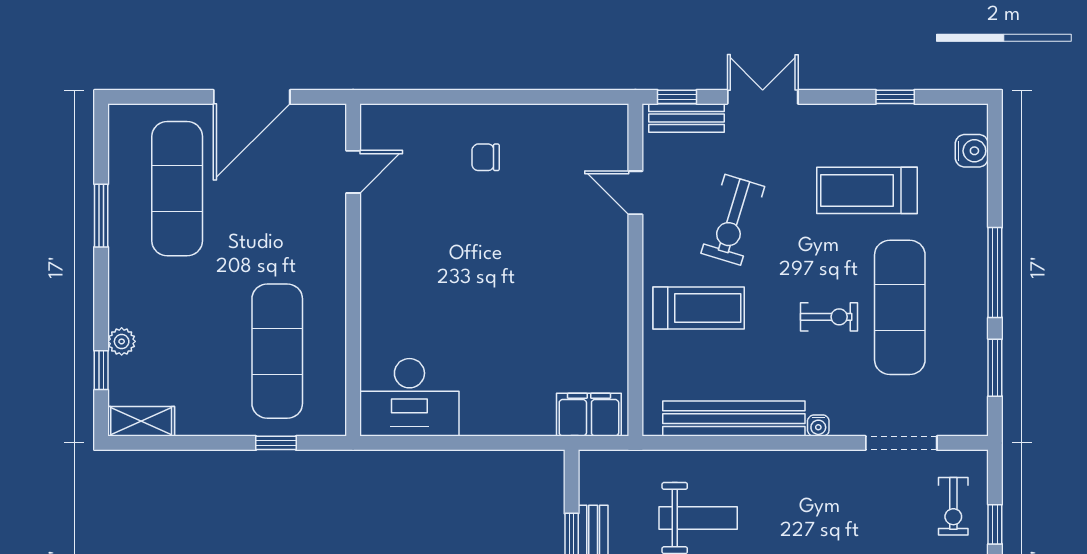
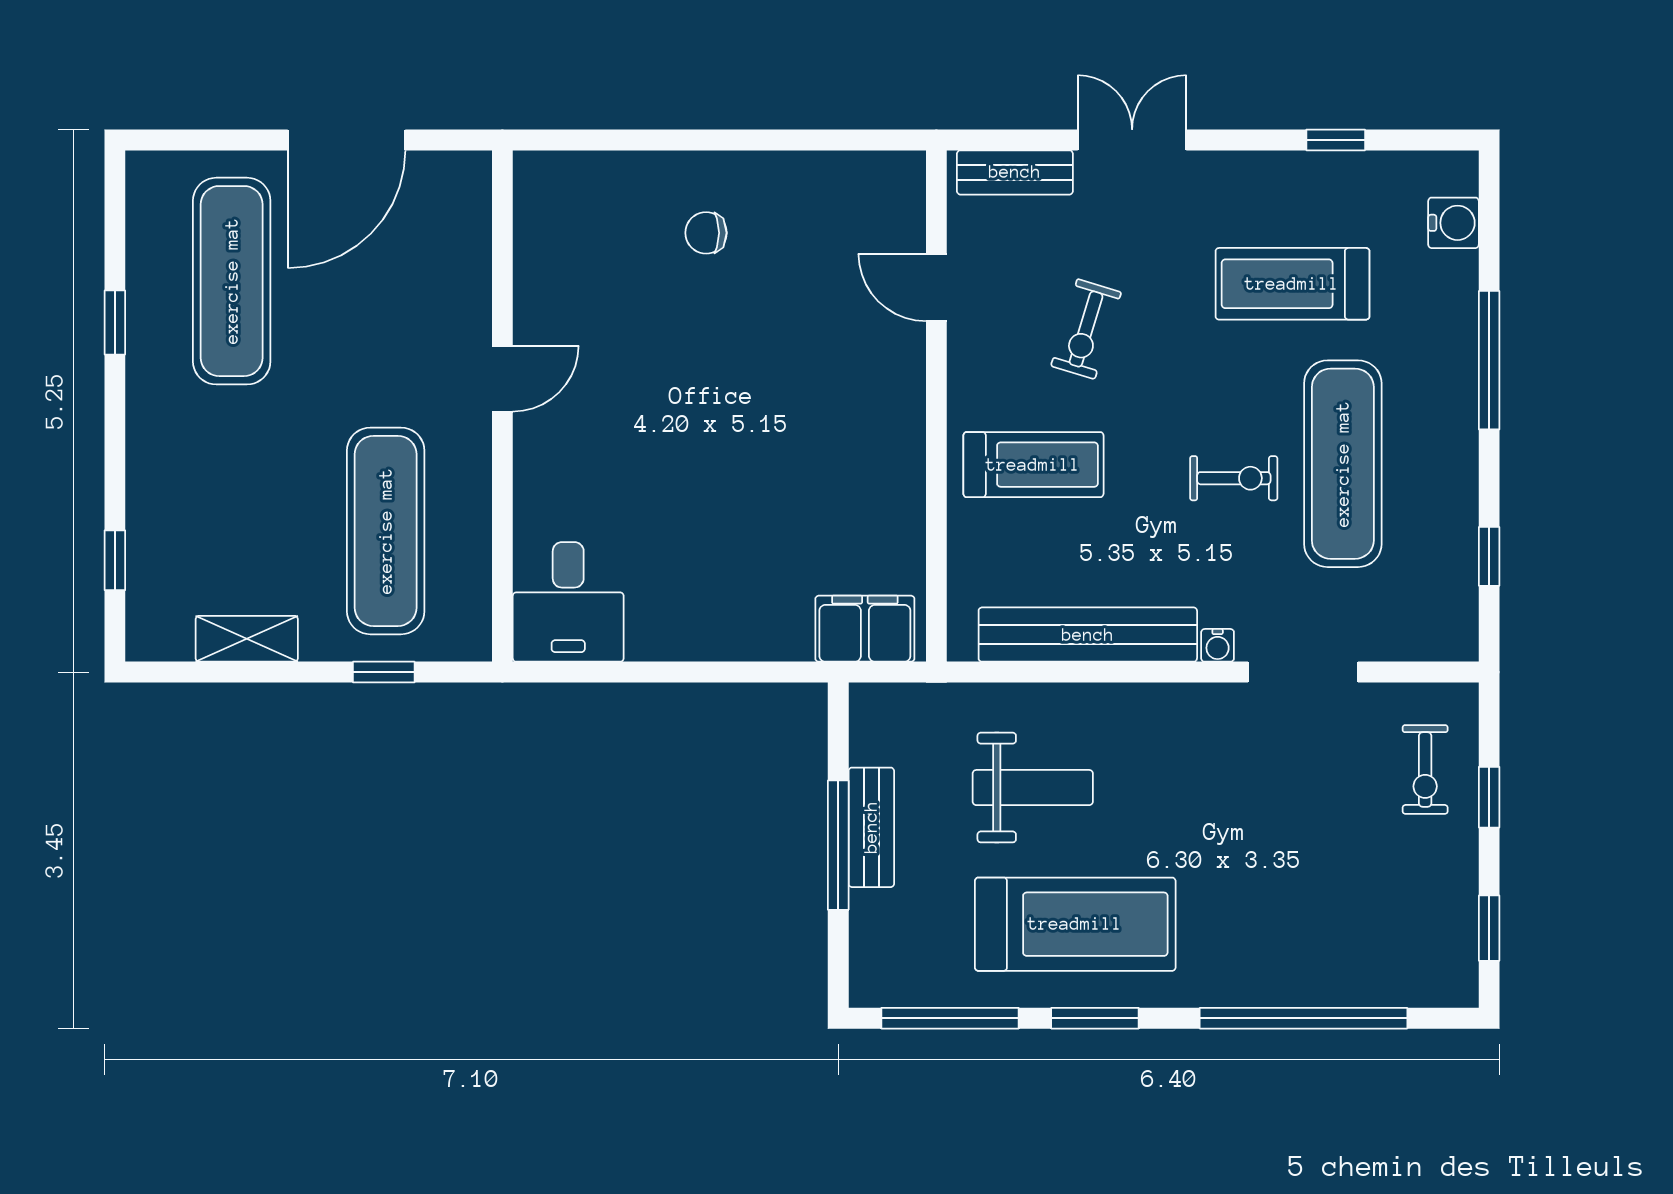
window: (677, 97) -> (1000, 140), removed
door: (353, 172) -> (502, 379), moved
window: (101, 216) -> (115, 322), width x0.67
exercise bike: (733, 220) -> (1086, 329), width x0.73, depth x0.72
window: (995, 273) -> (1489, 360), moved
plant: (122, 341) -> (146, 516), removed
window: (995, 368) -> (1489, 556), width x0.67
desk: (409, 397) -> (568, 602), width x0.73
shelving: (141, 421) -> (247, 639), moved
doorway: (901, 443) -> (1303, 672), moved

